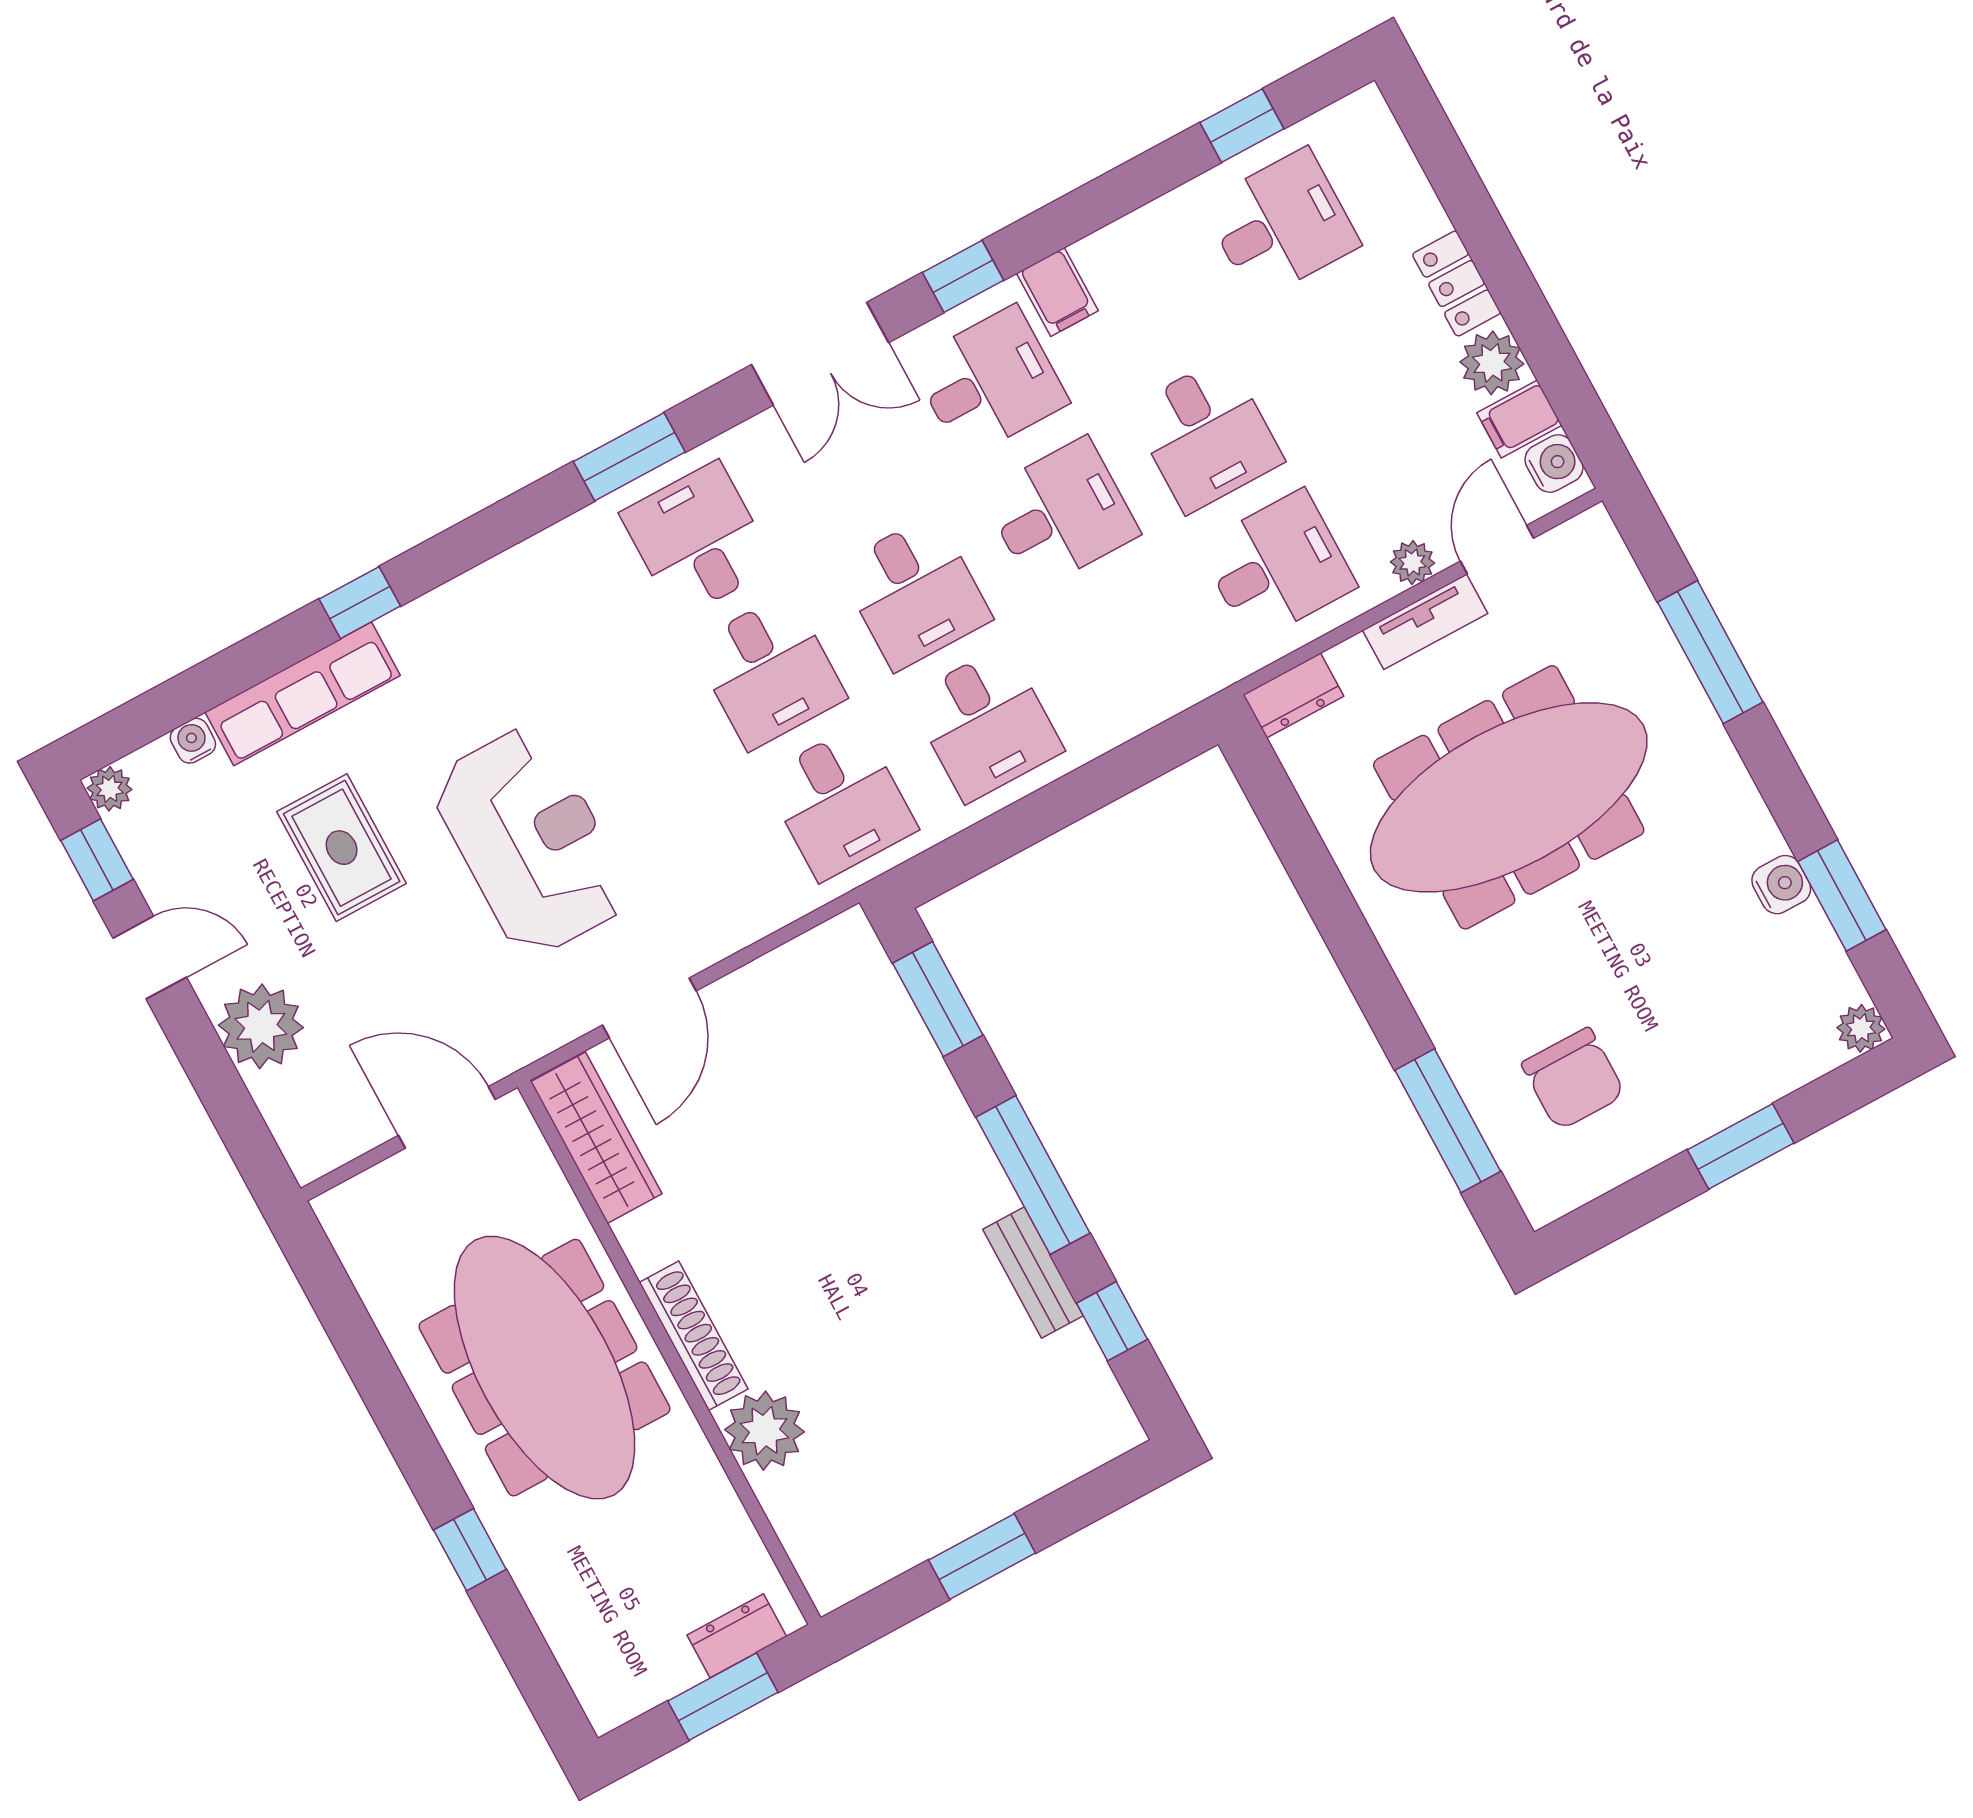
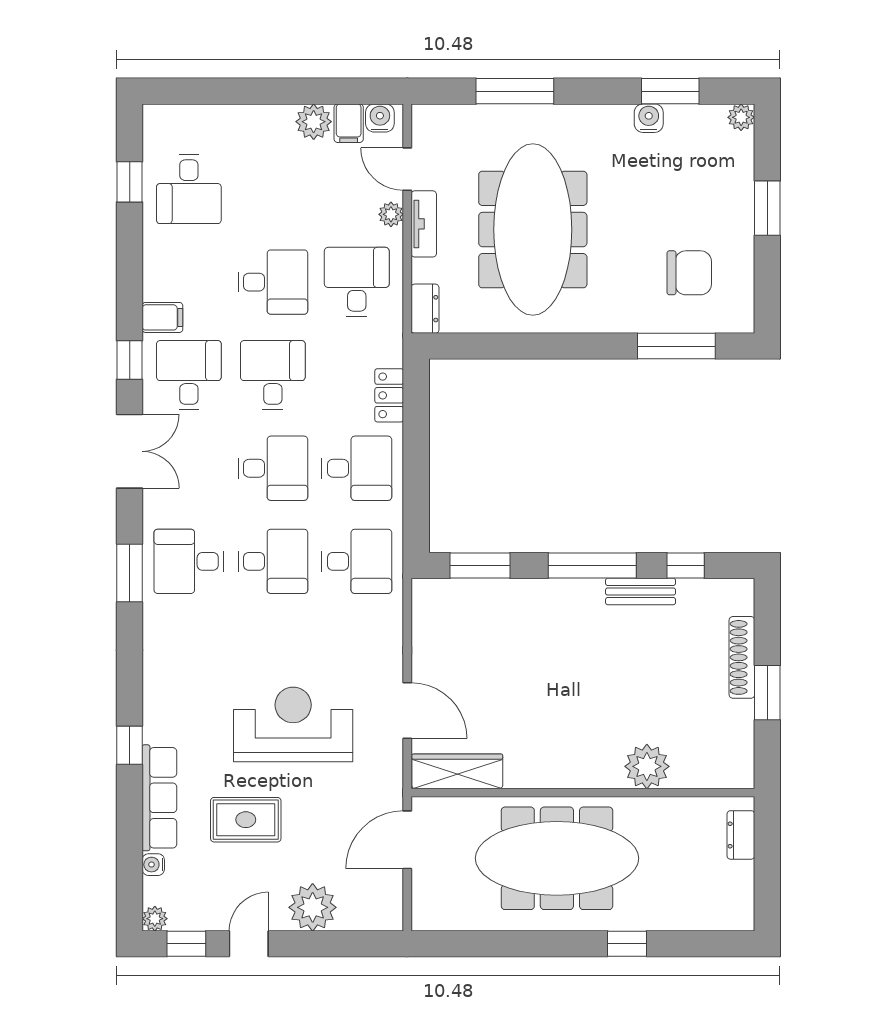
desk: (1281, 224) -> (189, 189), turned 180
locker: (1457, 284) -> (389, 395), moved, turned 90
shoe rack: (693, 1336) -> (742, 657), moved, turned -90
window: (723, 1697) -> (767, 858), removed

